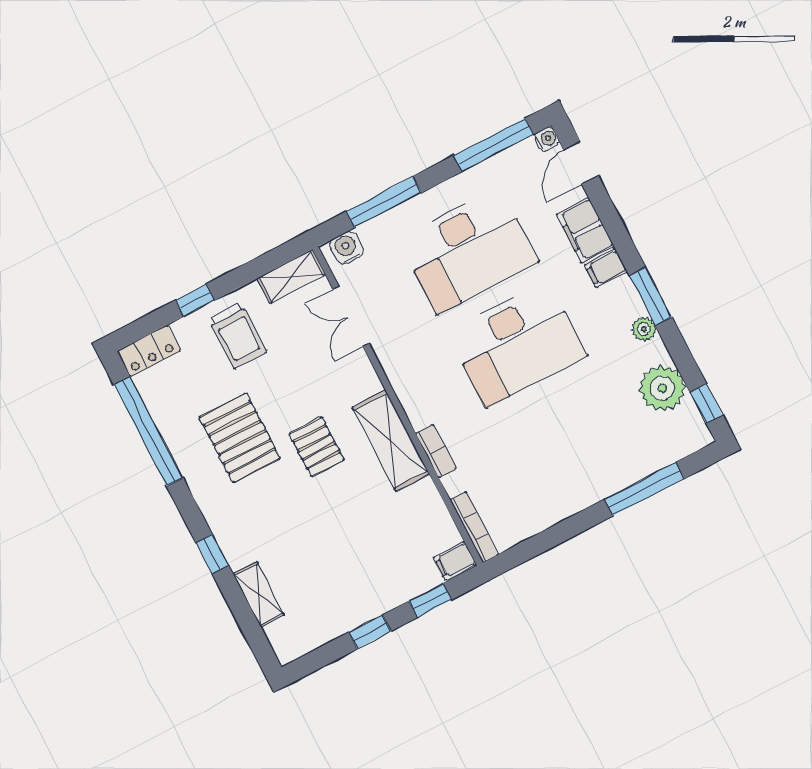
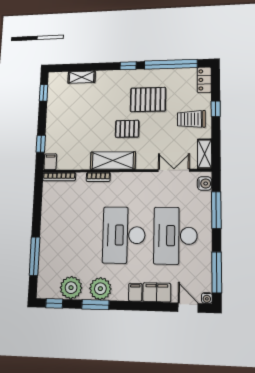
window: (651, 296) -> (95, 305), moved
plant: (644, 329) -> (100, 289), width x1.87, depth x1.87
window: (212, 554) -> (128, 66), moved
window: (370, 632) -> (44, 93), moved

